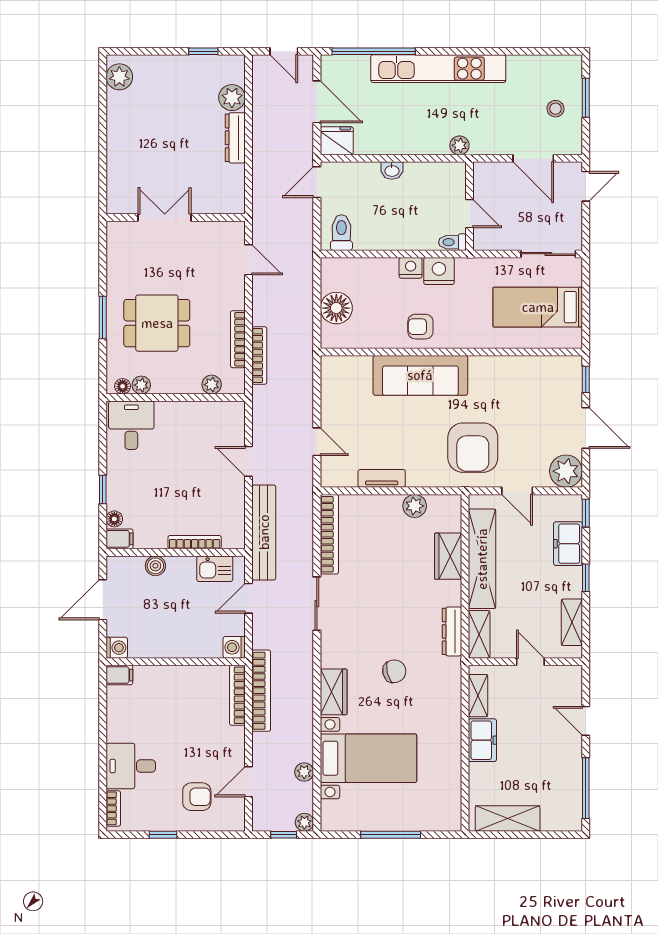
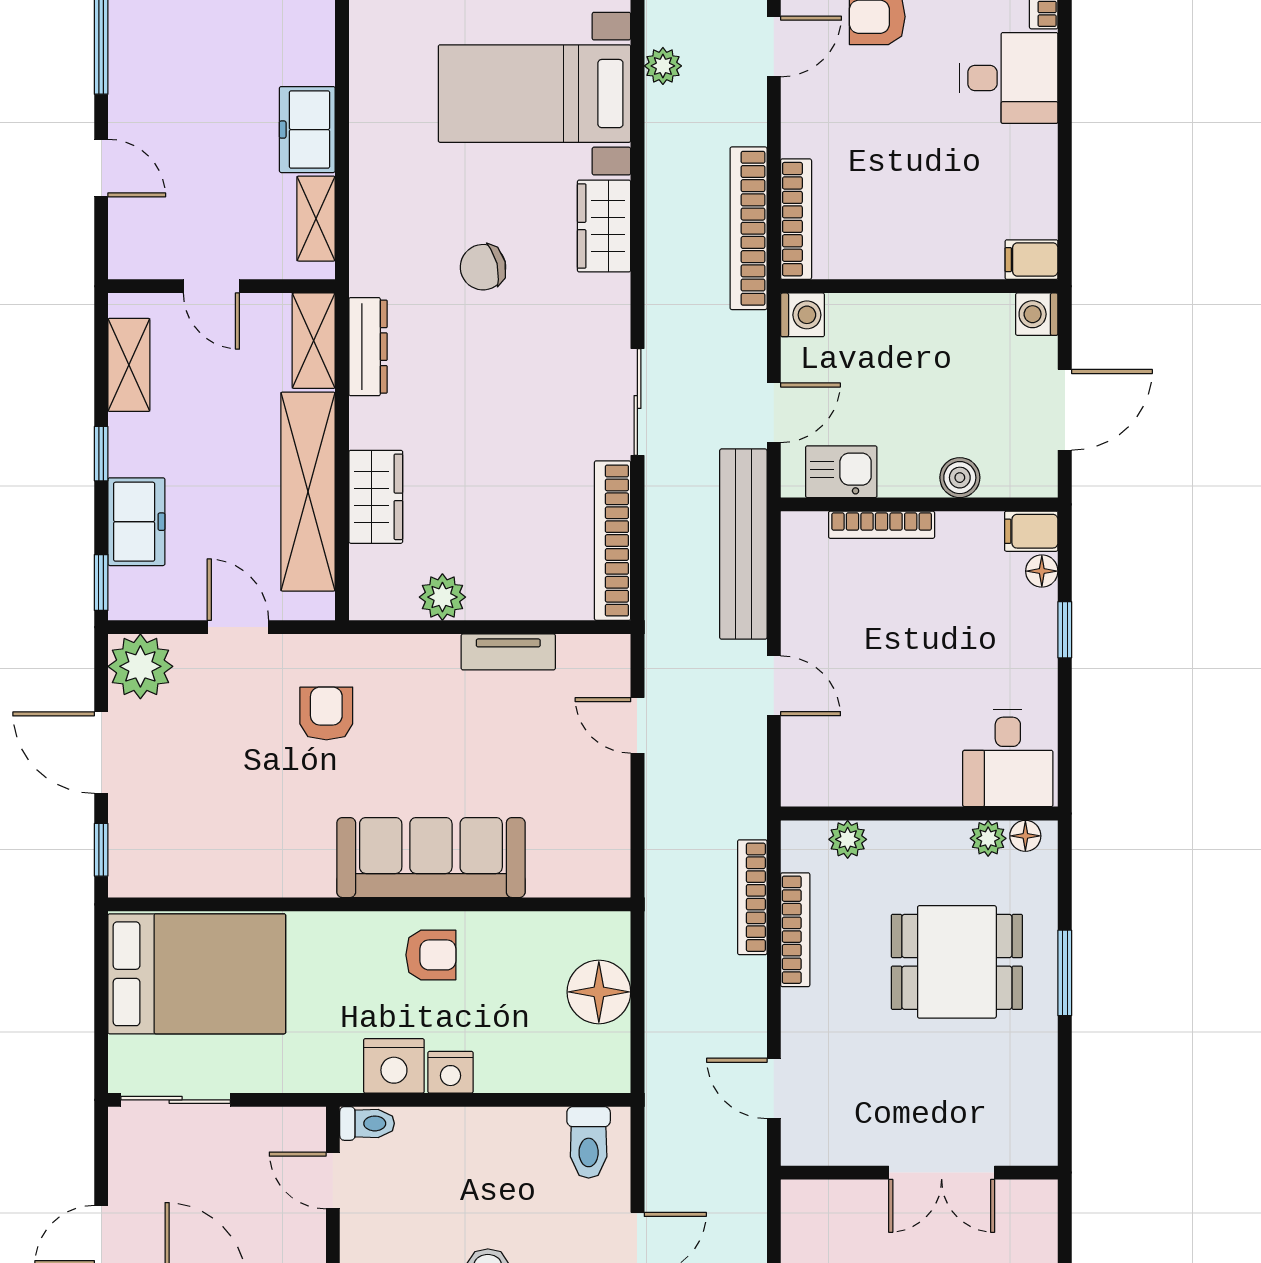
bed: (538, 307) -> (197, 974), width x1.50
armchair: (473, 448) -> (326, 713), width x0.53, depth x0.53

